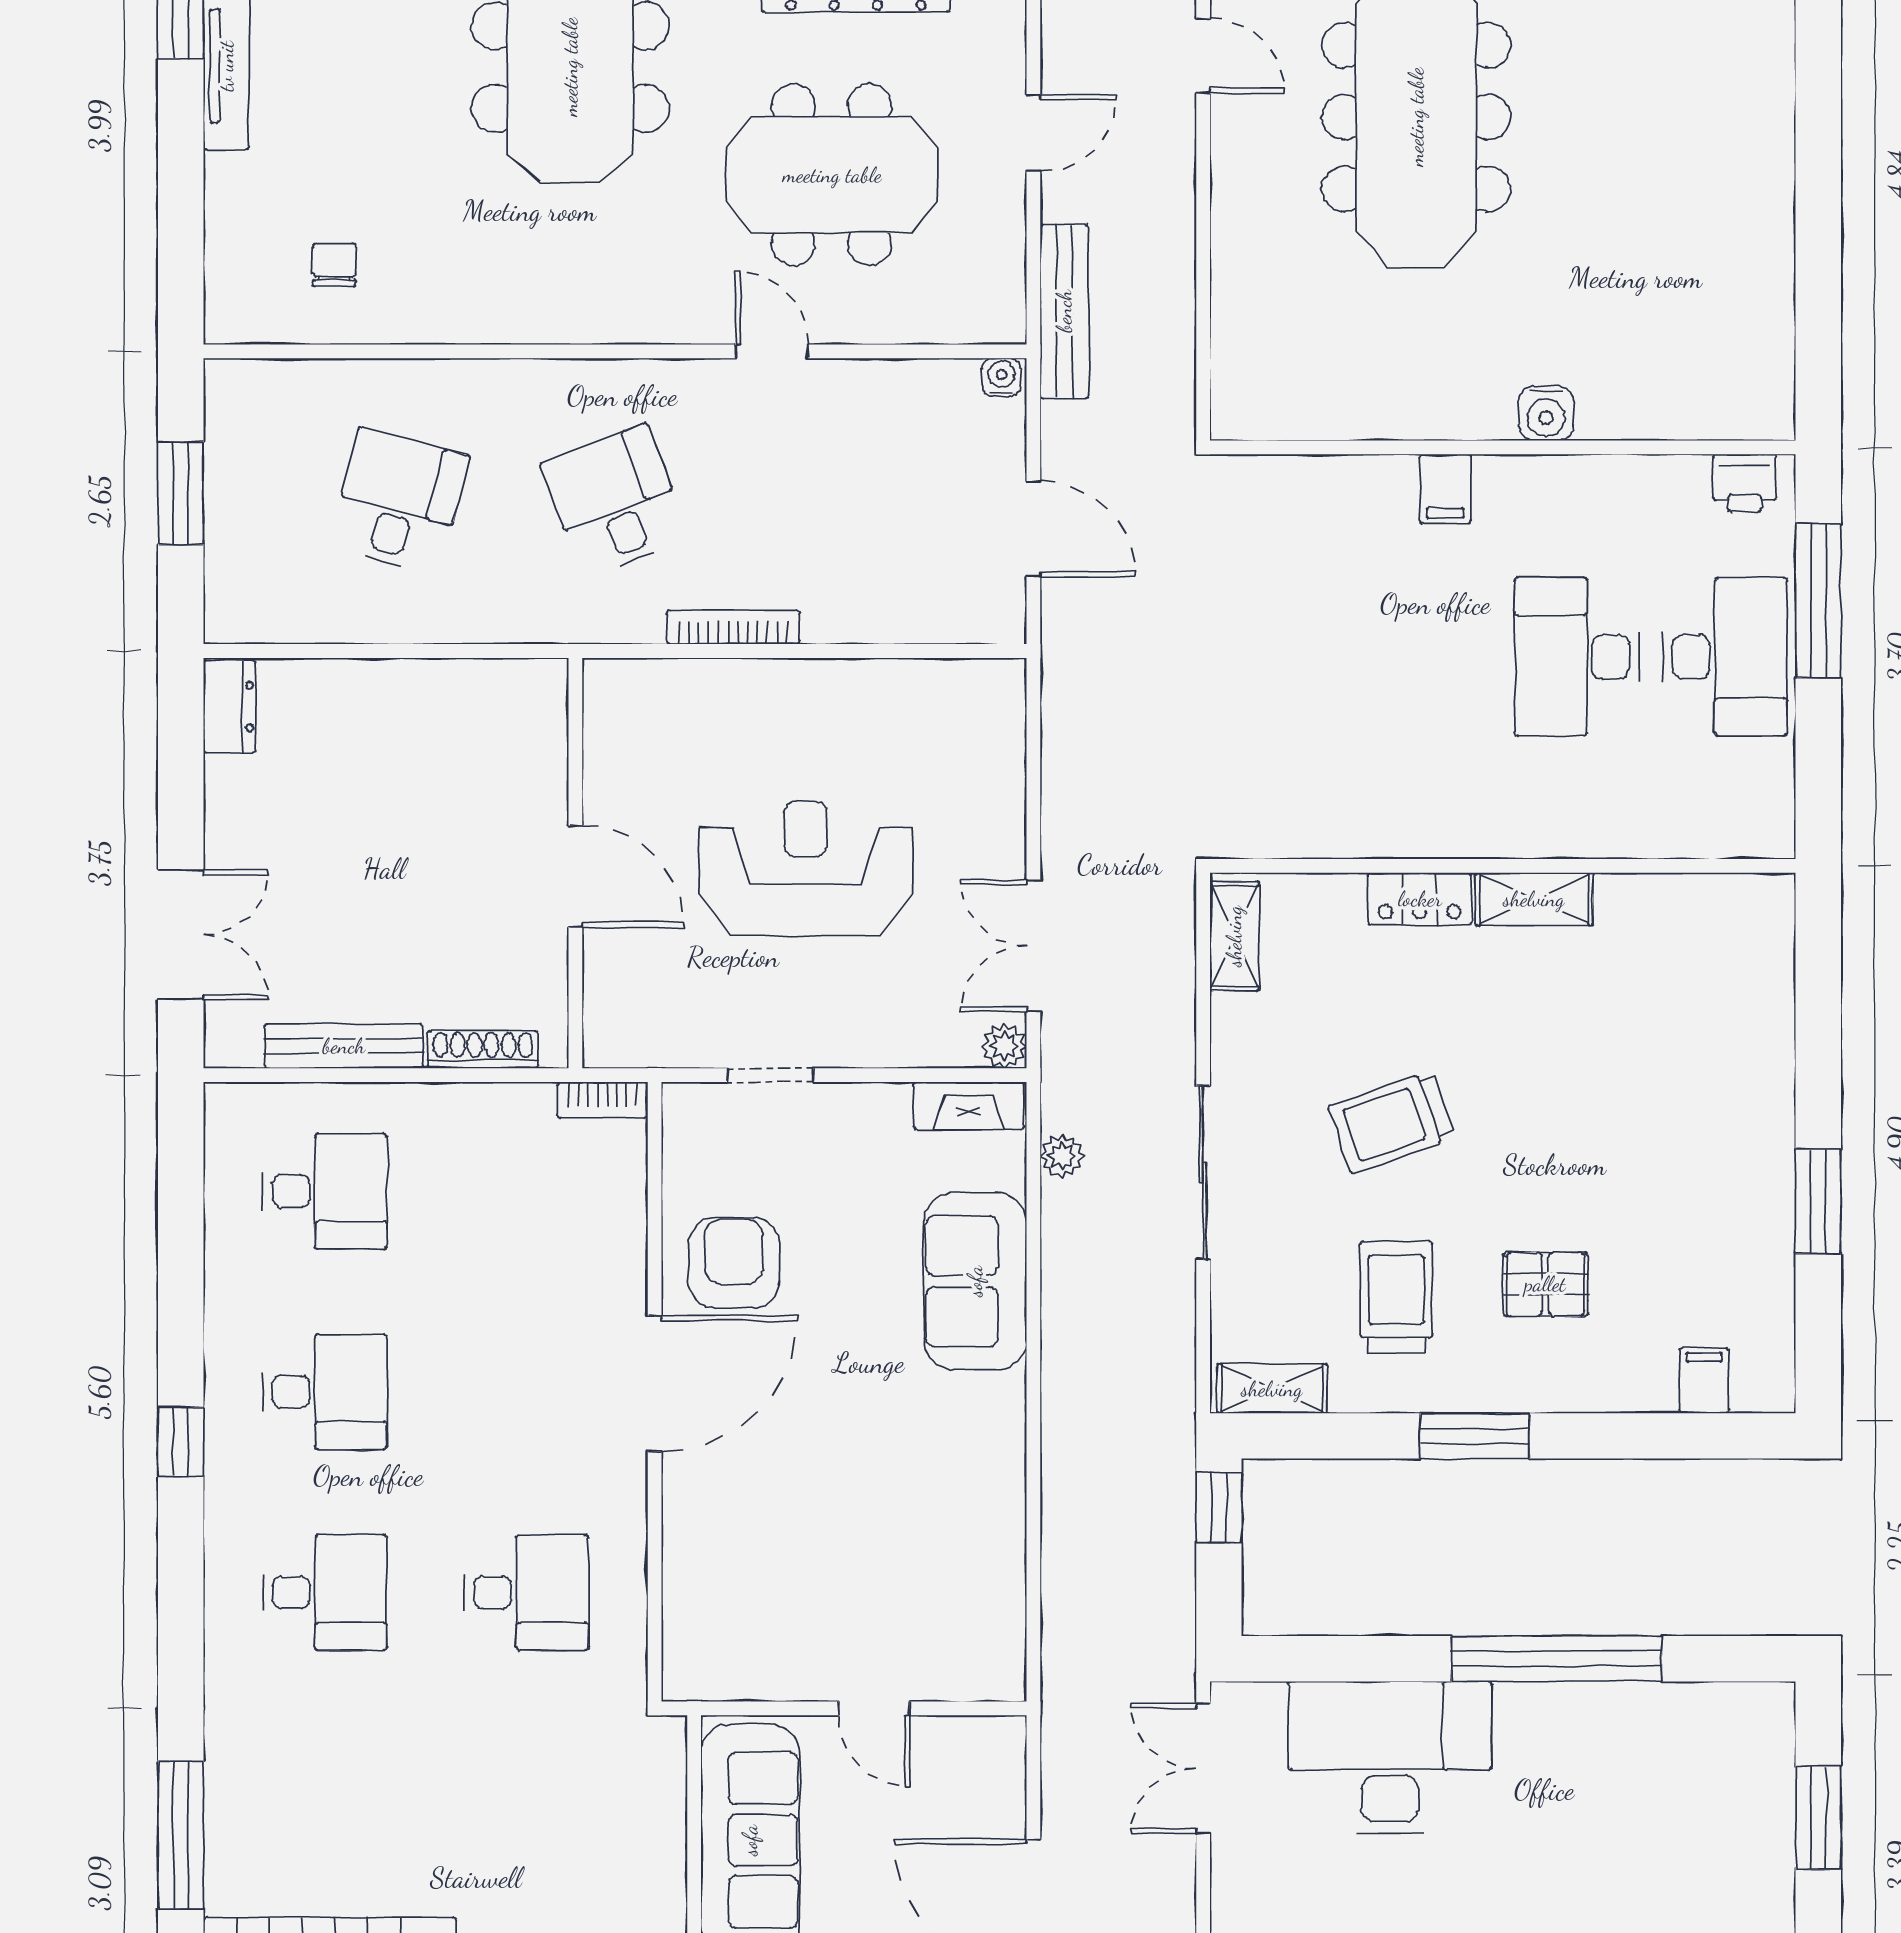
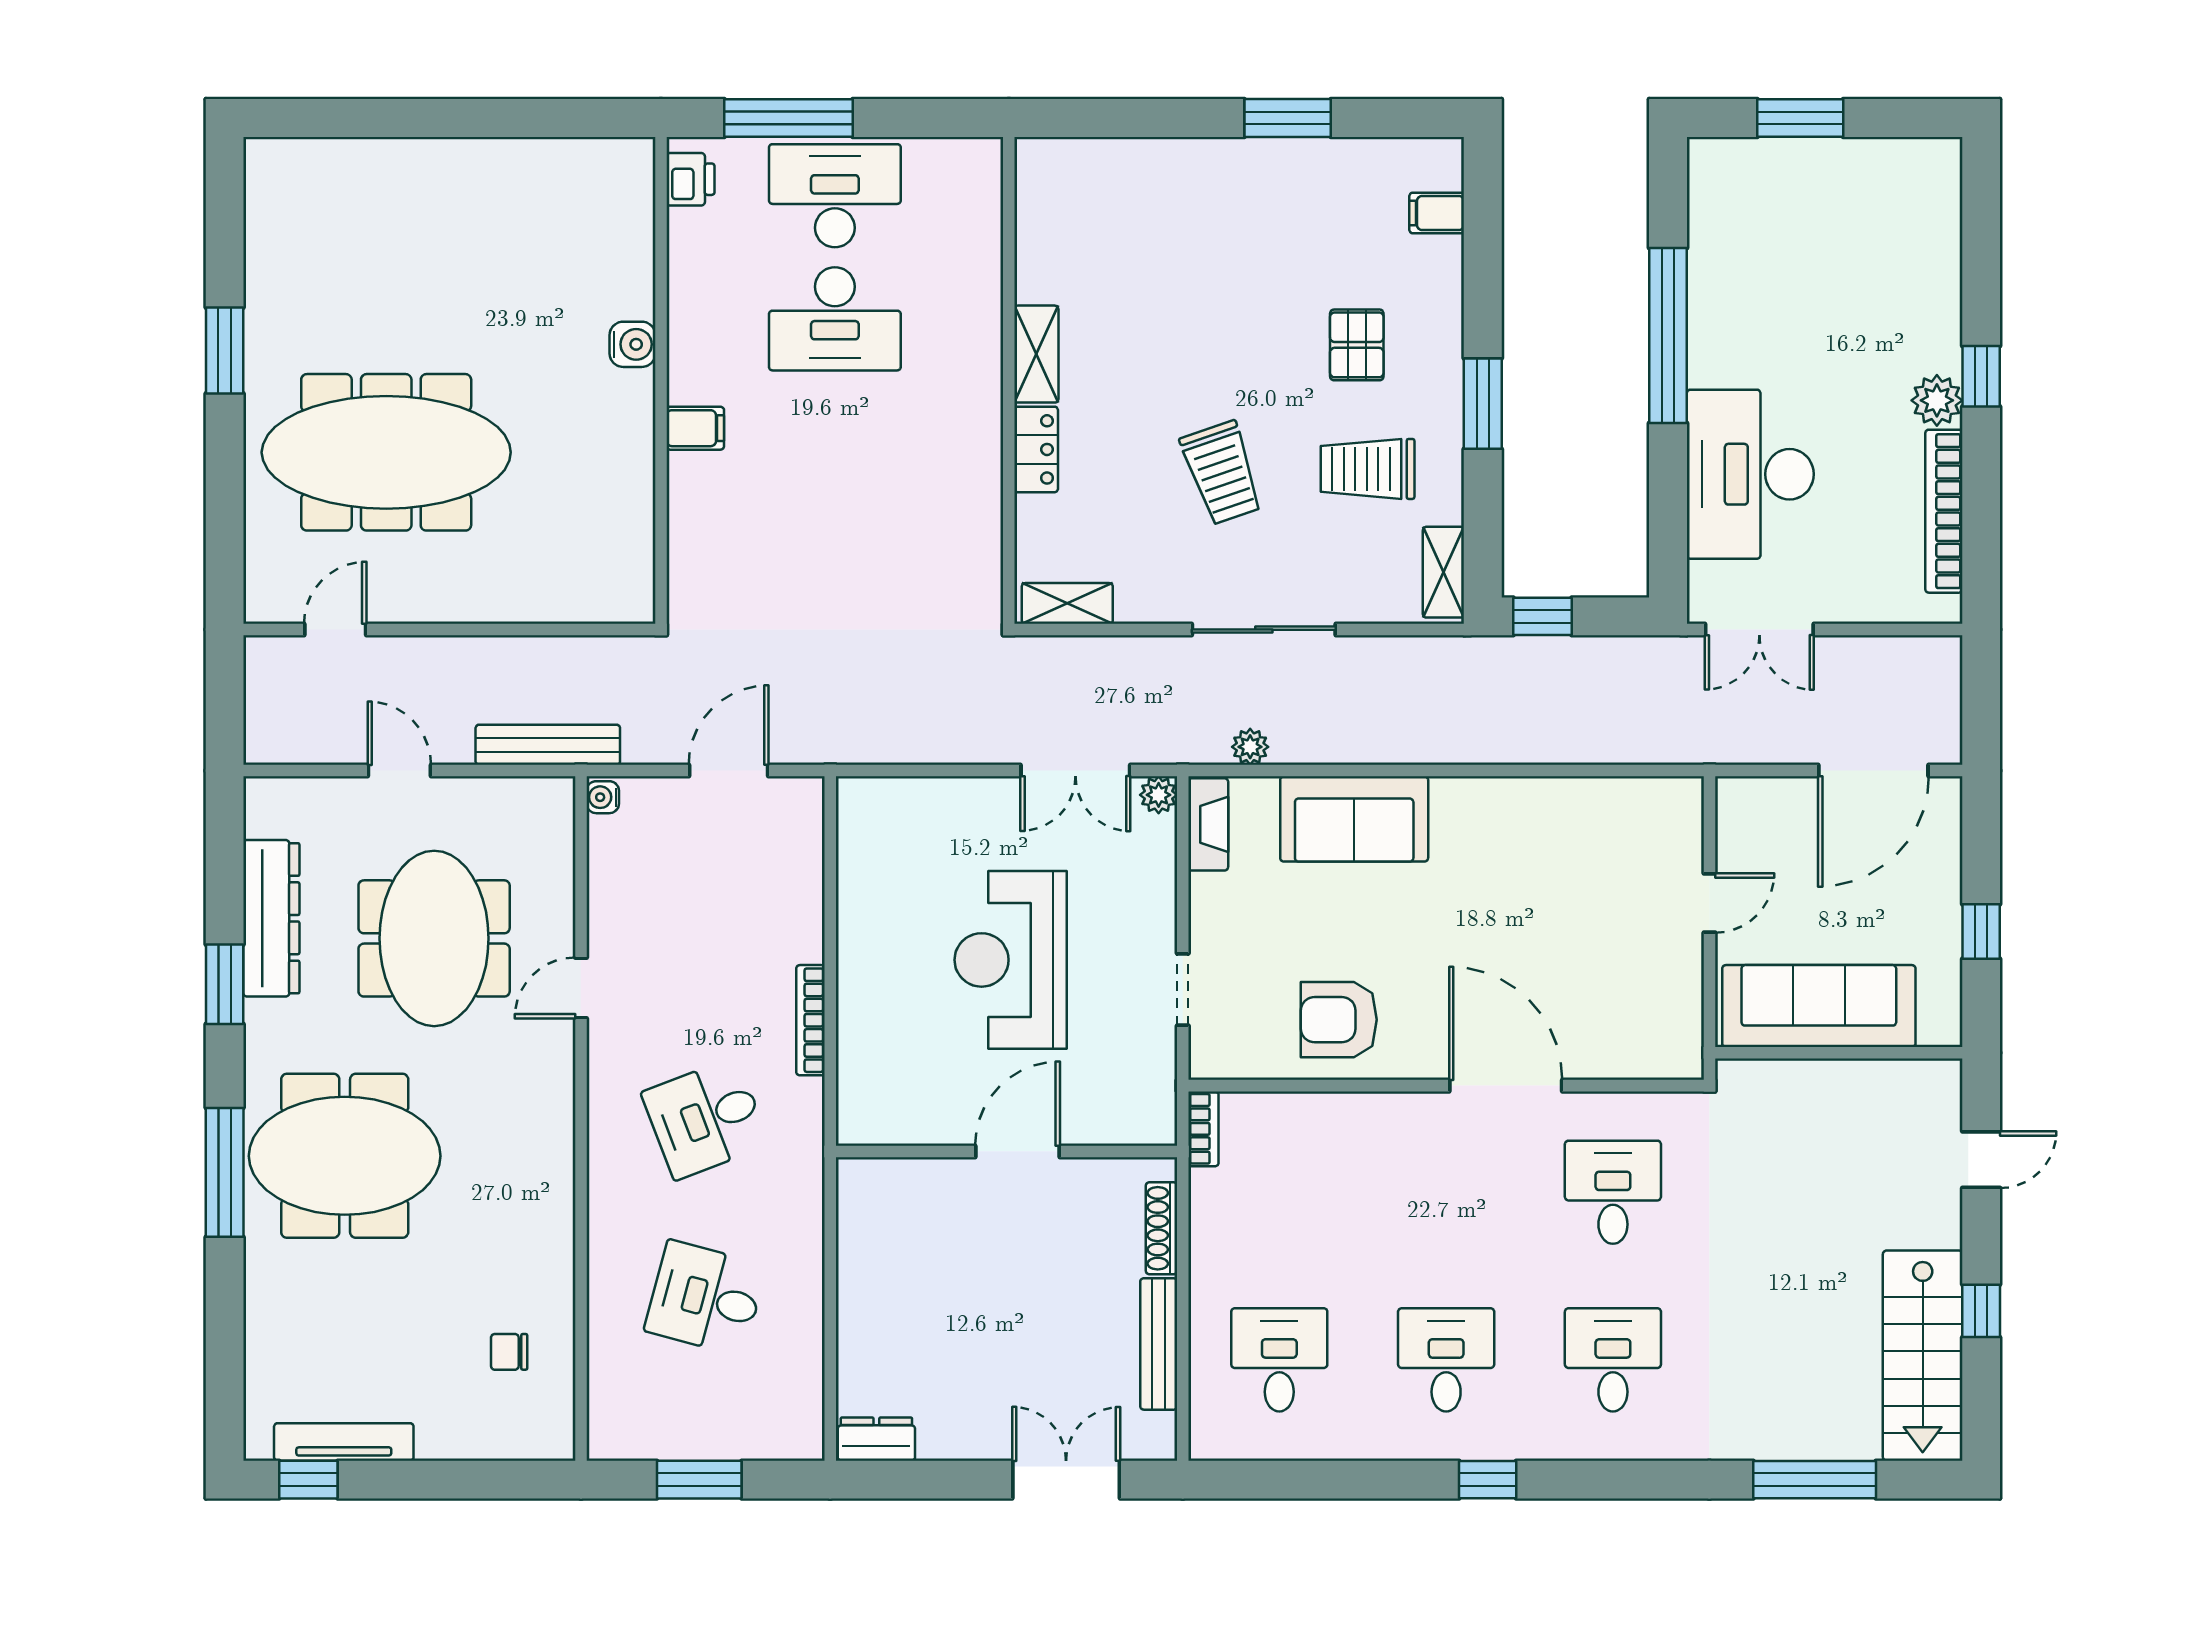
door: (655, 1383) -> (1506, 1086), moved

